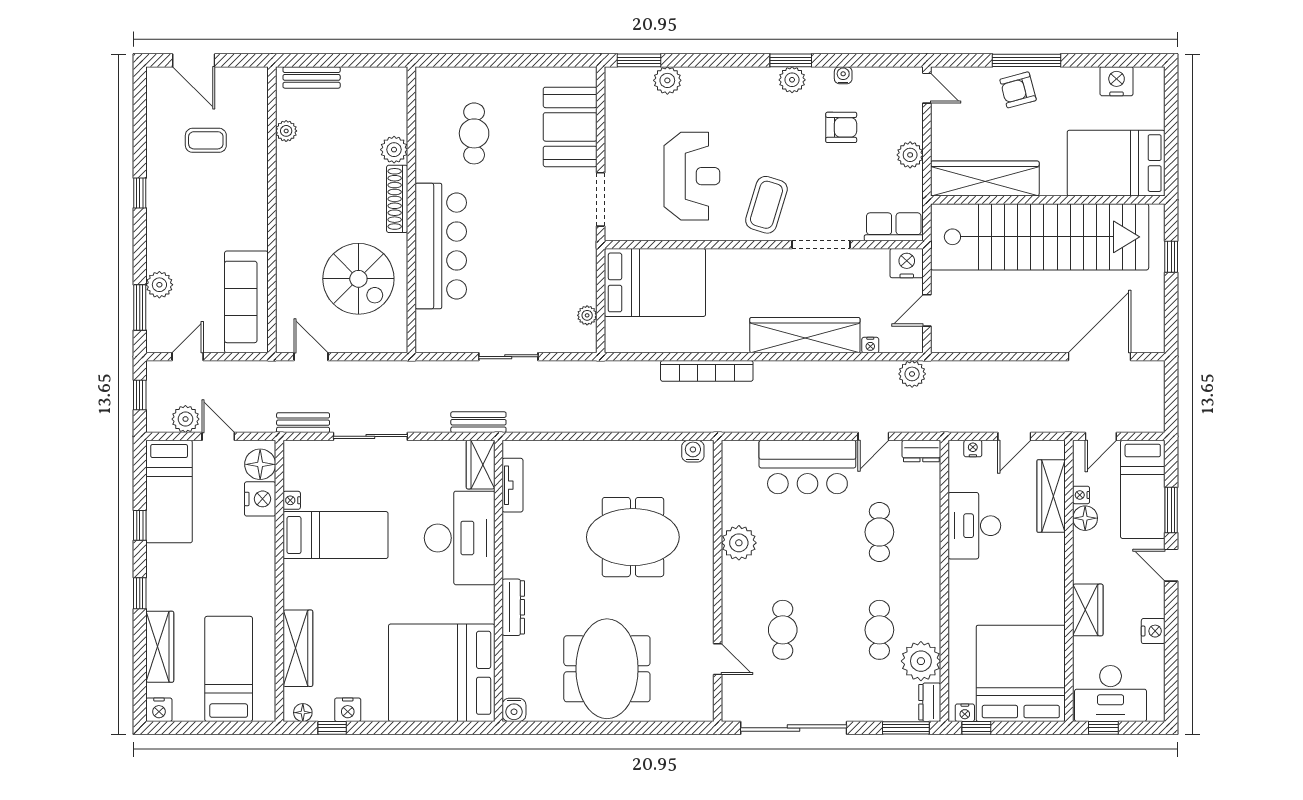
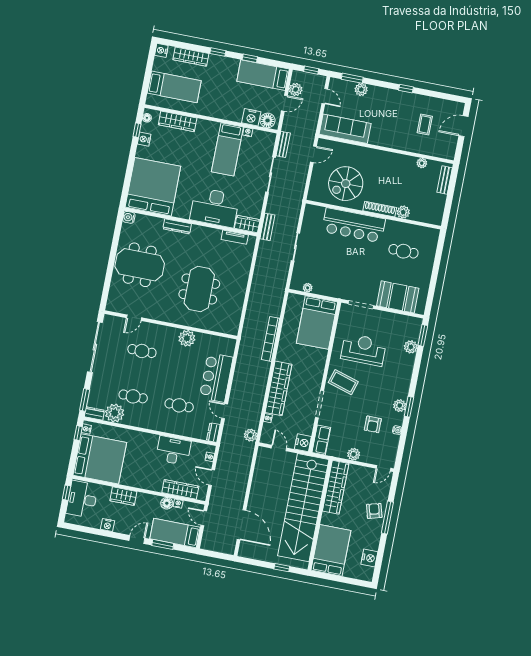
reception desk: (692, 176) -> (364, 350), turned 180
water cooler: (693, 451) -> (234, 325), removed

